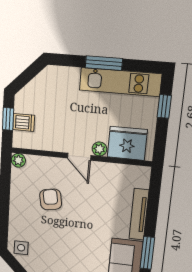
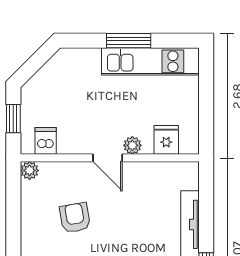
window: (164, 106) -> (206, 86), removed
dishwasher: (24, 122) -> (46, 141), moved, turned -90
fridge: (127, 143) -> (166, 140), width x0.53, depth x0.75

